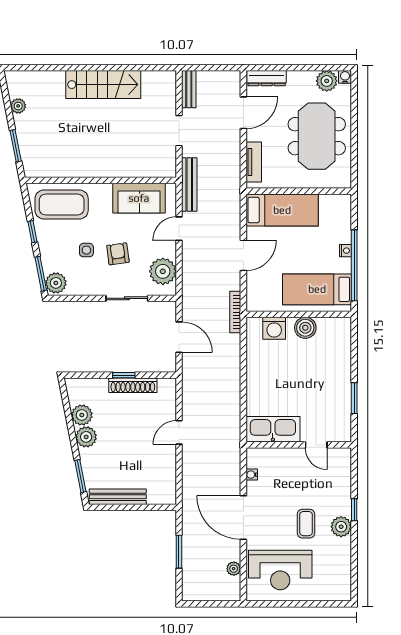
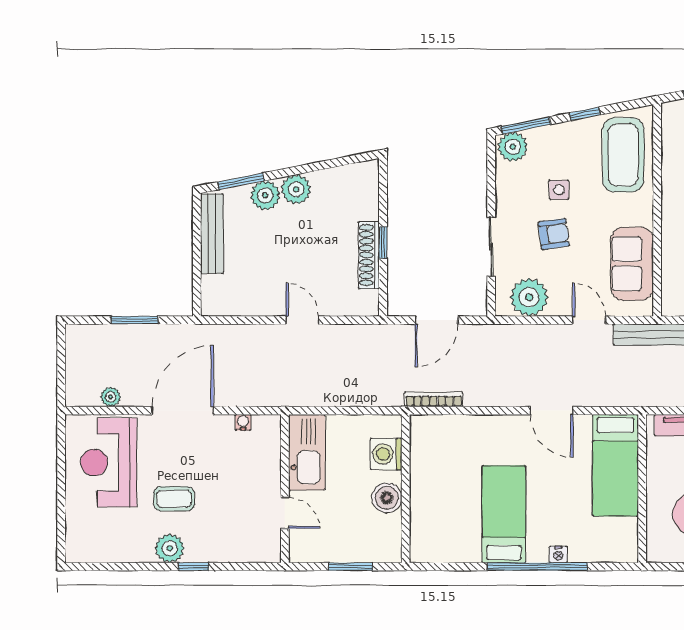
bookcase: (235, 312) -> (434, 399), moved
wall: (299, 314) -> (406, 489), moved
washing machine: (274, 328) -> (386, 454), moved
boiler: (305, 328) -> (387, 498), moved
plant: (82, 415) -> (265, 195), moved
door: (316, 445) -> (285, 513), swing flipped

